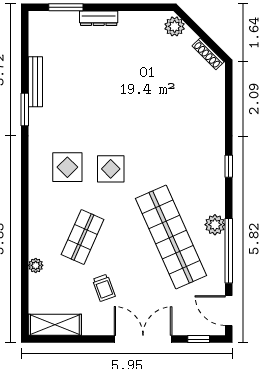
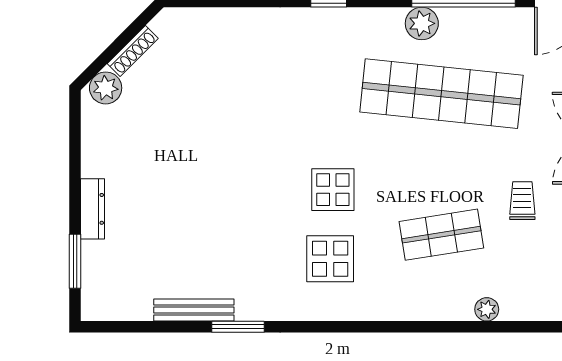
shoe rack: (208, 54) -> (133, 51), moved
shop shelf: (83, 237) -> (441, 235), turned -33
shop shelf: (171, 237) -> (441, 94), turned 30
trolley: (104, 288) -> (522, 201), turned -70

